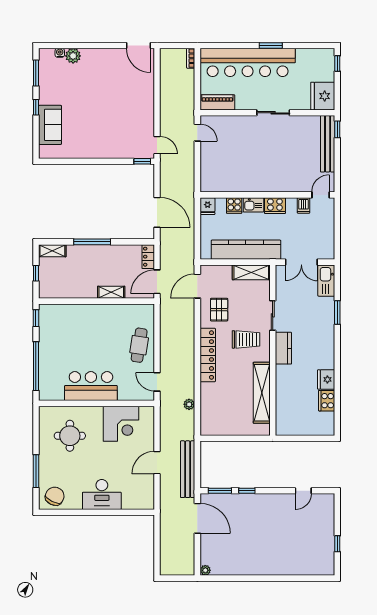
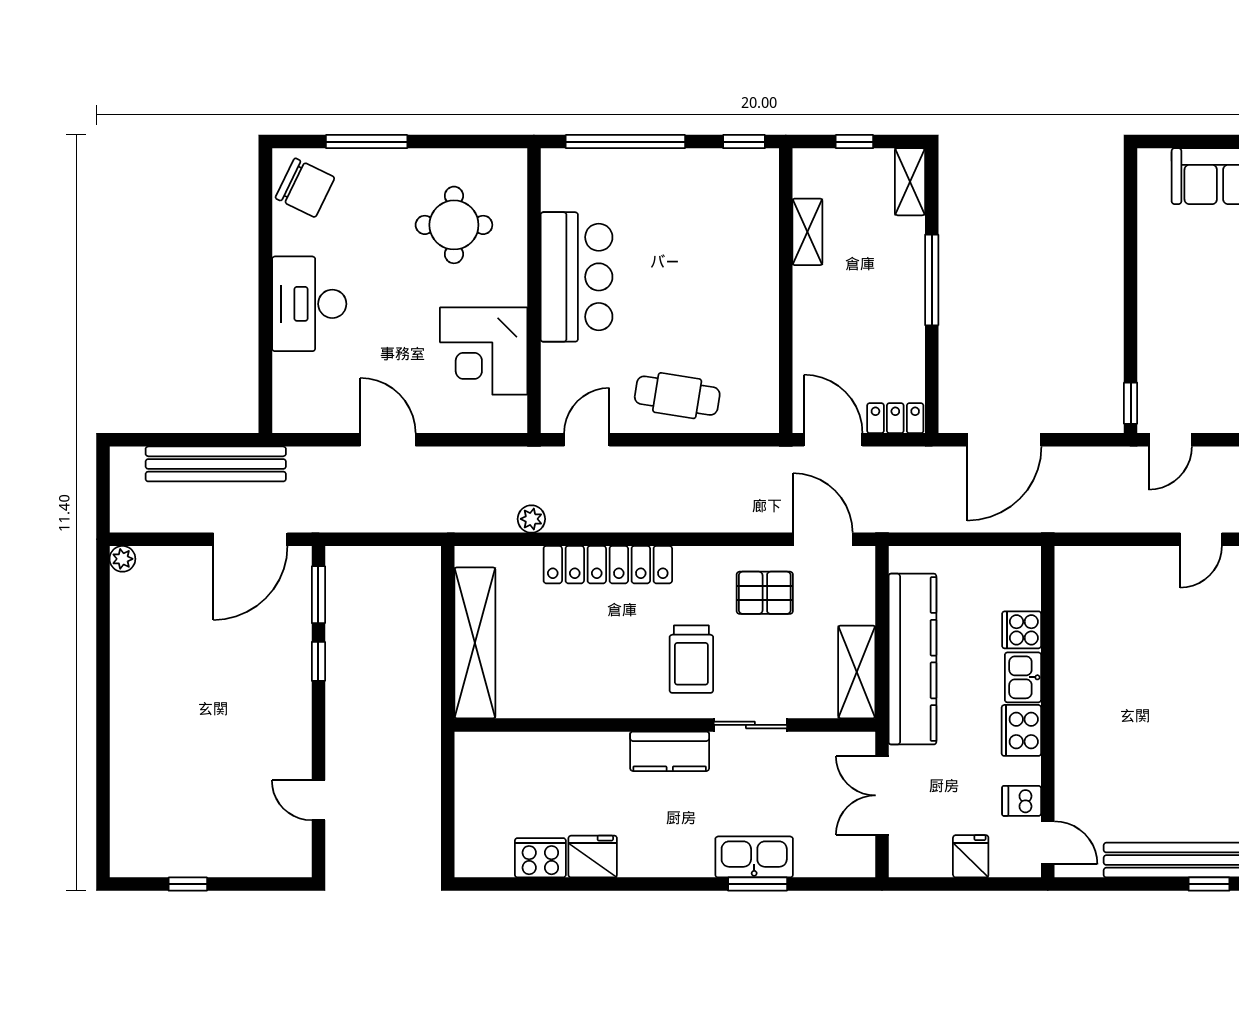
fridge: (208, 206) -> (971, 856), moved, turned 90
kitchen sink: (326, 281) -> (754, 857), moved
shelving: (111, 292) -> (807, 232), moved
locker: (208, 355) -> (608, 565), moved
shelving: (262, 393) -> (475, 643), moved, turned 90
bench: (188, 469) -> (216, 464), moved

